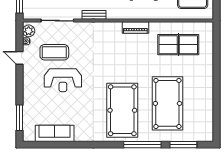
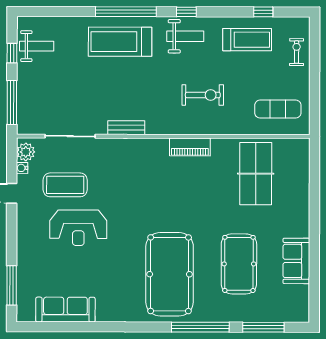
table tennis table: (178, 45) -> (256, 174), turned 90
sofa: (205, 101) -> (296, 261), added
pool table: (167, 103) -> (239, 264), width x0.73, depth x0.76

